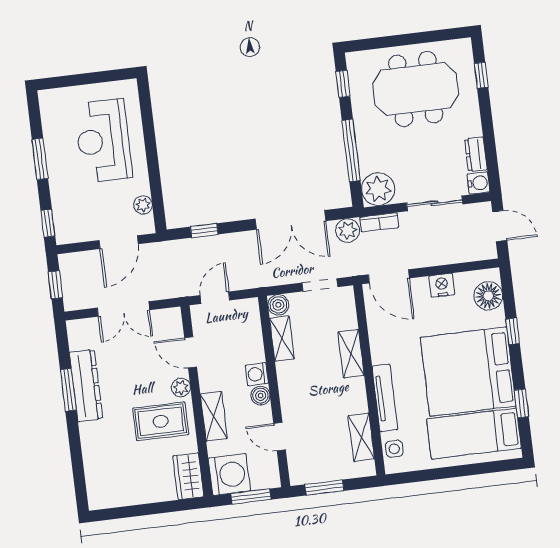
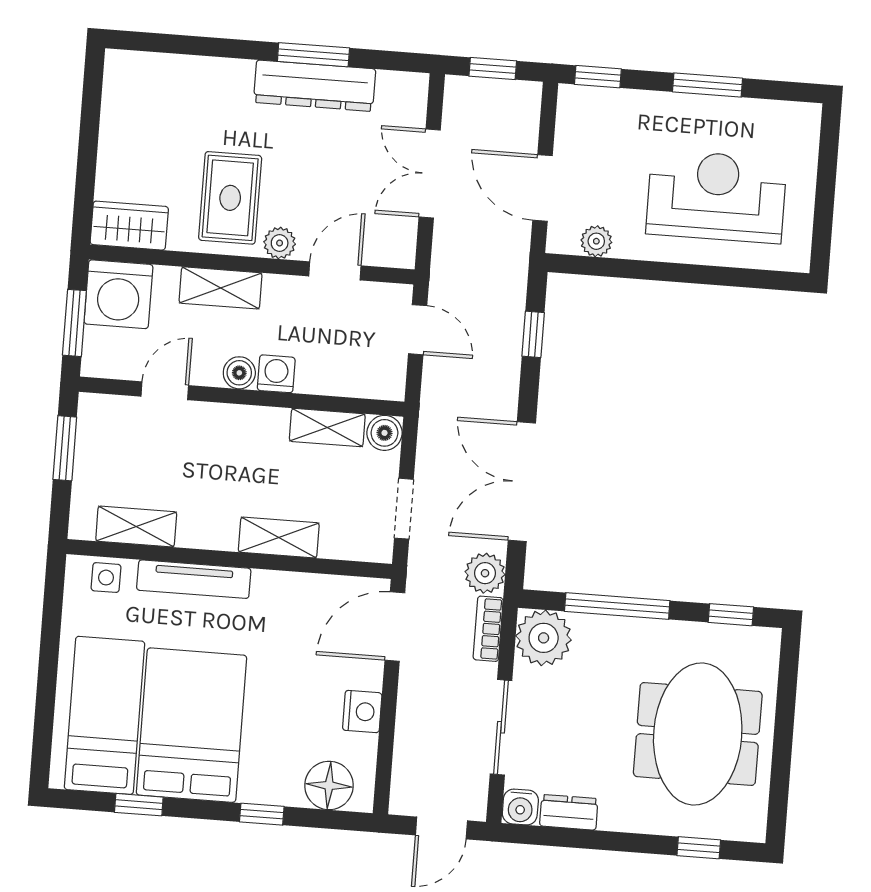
bed: (468, 372) -> (191, 725), width x0.73

